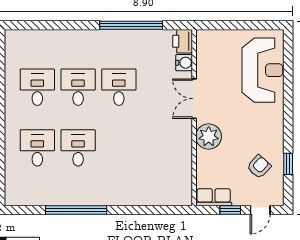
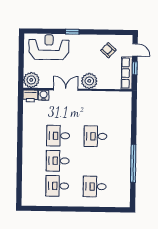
window: (131, 25) -> (20, 128), removed
plant: (209, 42) -> (31, 80), added
double door: (194, 99) -> (66, 89), swing flipped
desk: (78, 148) -> (95, 136), moved
window: (288, 164) -> (72, 32), moved
row of seats: (214, 197) -> (127, 73), width x1.48

